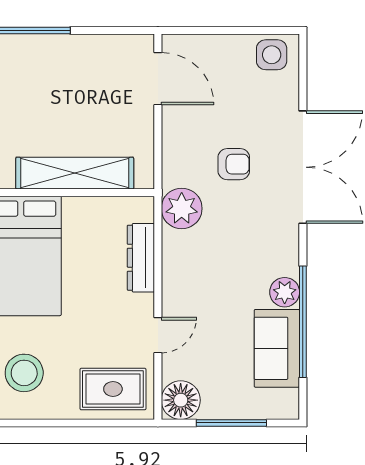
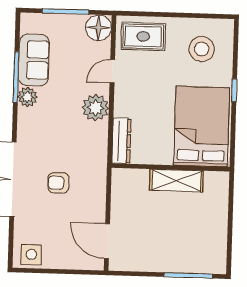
shelving: (75, 173) -> (176, 181), width x0.68
plant: (182, 208) -> (95, 108), moved
dresser: (141, 258) -> (121, 141), moved
window: (303, 322) -> (16, 77), width x0.68

